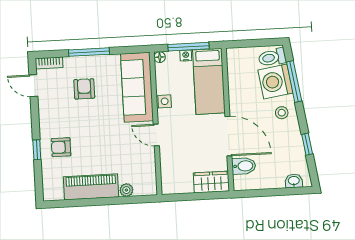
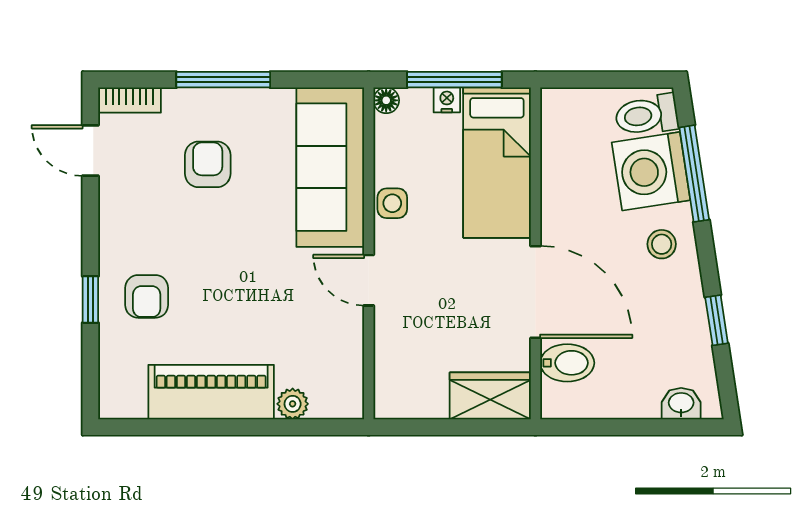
armchair: (61, 147) -> (147, 296), turned -90

